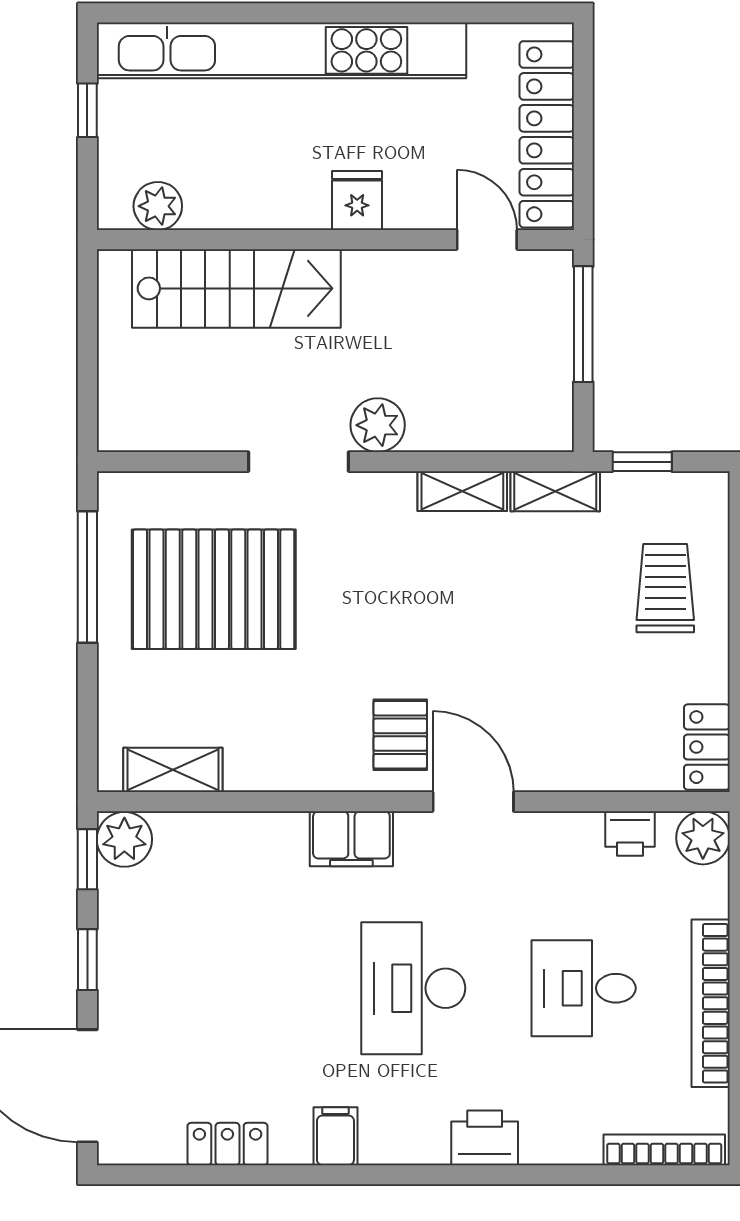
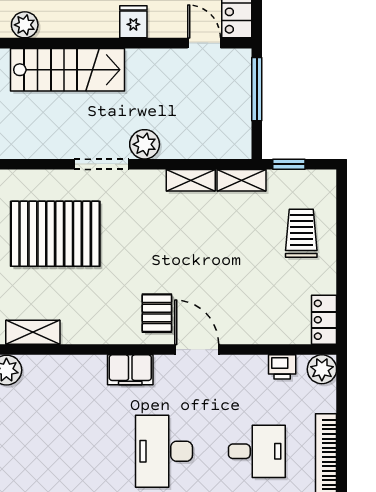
desk: (584, 988) -> (257, 451), turned 180

